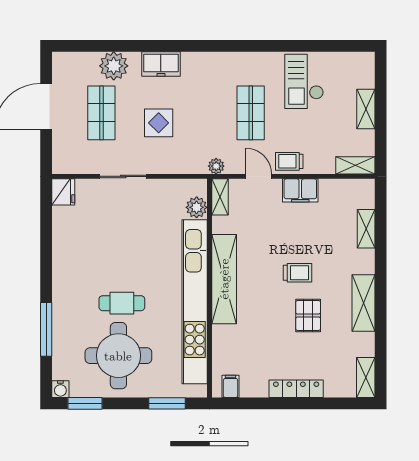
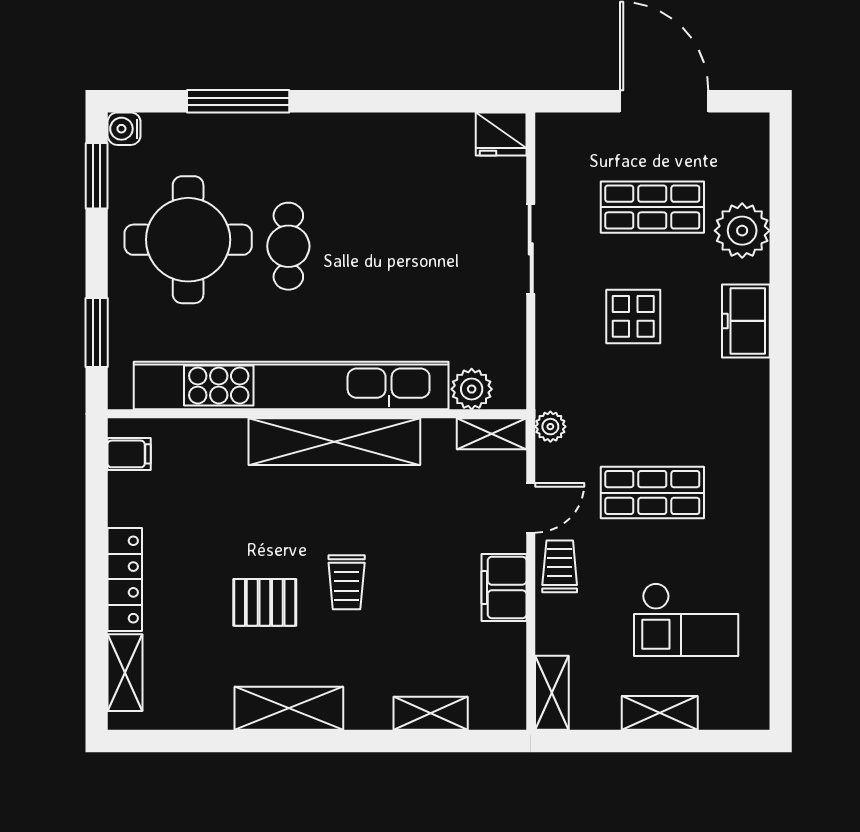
checkout: (304, 81) -> (686, 620), moved, turned 180
shelving: (366, 377) -> (125, 673), moved, turned 90

